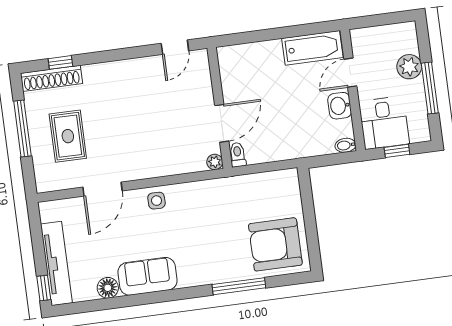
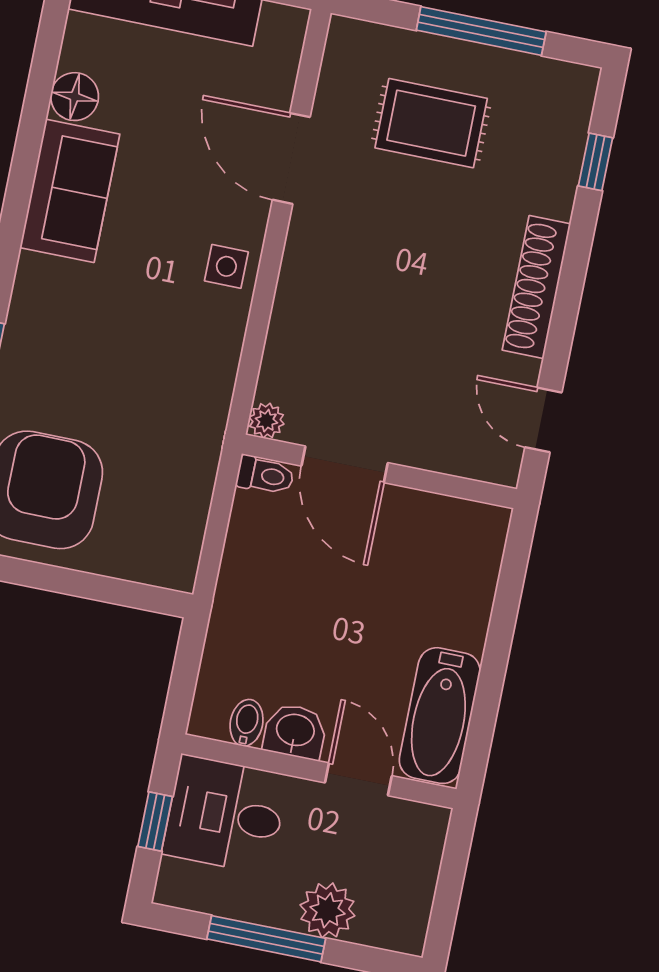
shoe rack: (51, 78) -> (536, 287), moved
bidet: (345, 145) -> (247, 723), moved

